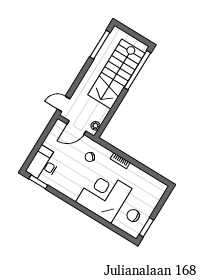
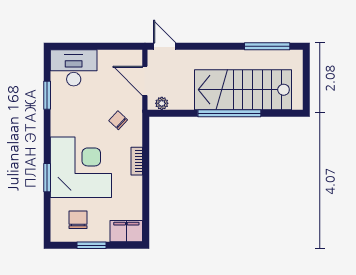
window: (137, 70) -> (229, 113), moved
window: (38, 182) -> (47, 95), moved
filing cabinet: (157, 192) -> (126, 231), added
window: (98, 218) -> (47, 178), added
window: (146, 227) -> (91, 245), moved

